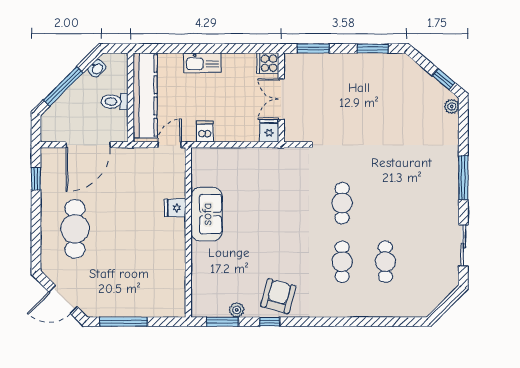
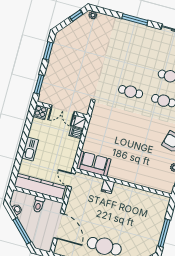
dishwasher: (205, 131) -> (76, 133), moved
sofa: (207, 214) -> (94, 164), moved

